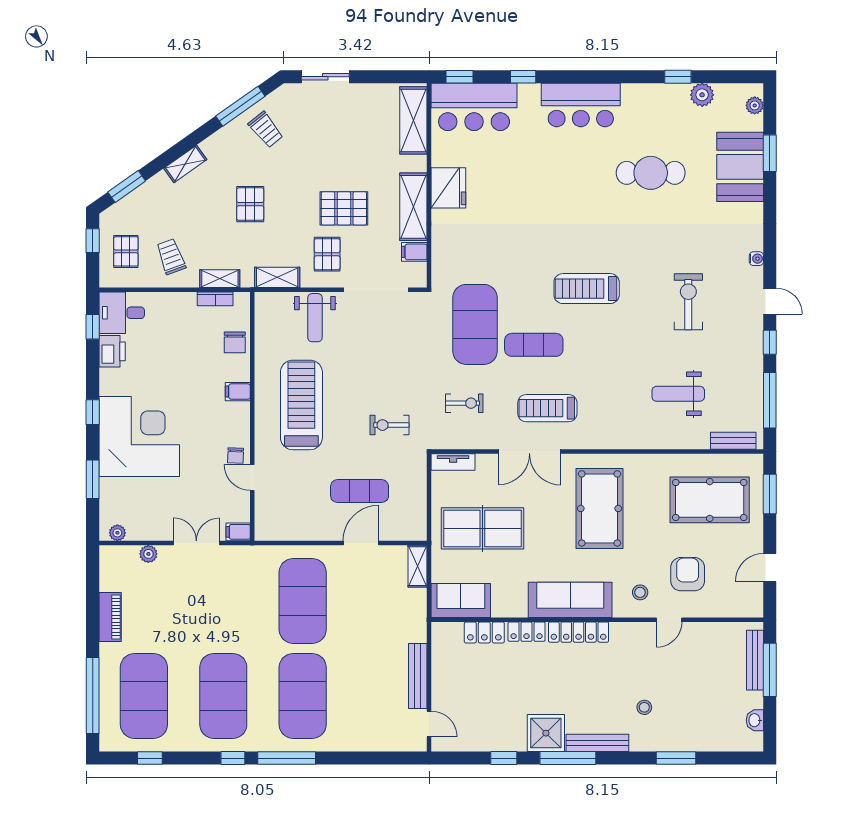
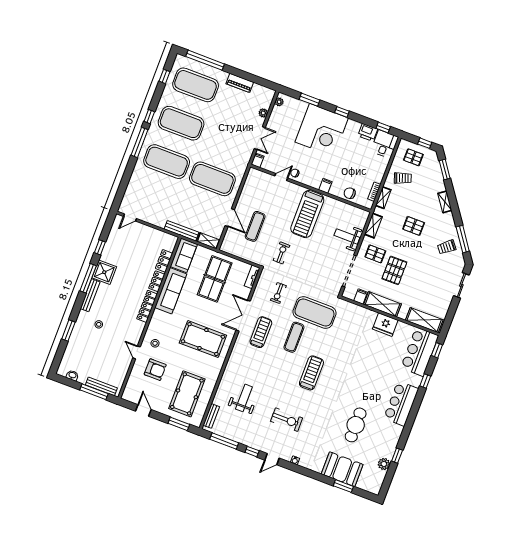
plant: (755, 105) -> (369, 487), removed
treadmill: (301, 405) -> (307, 214), turned 90
sofa: (570, 600) -> (171, 291), moved
bench: (418, 676) -> (182, 231), moved

